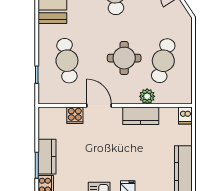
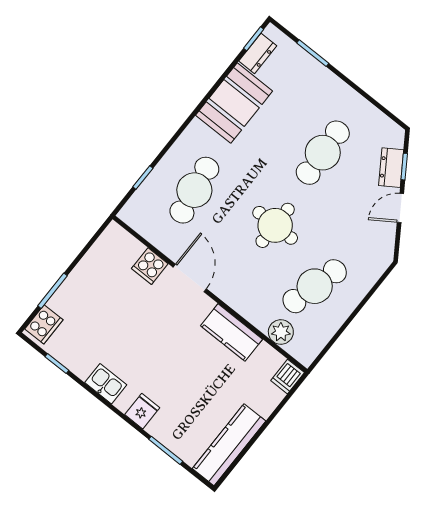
round table: (124, 58) -> (275, 225), moved
plant: (147, 96) -> (281, 332), moved
kitchen counter: (47, 157) -> (74, 290), removed

